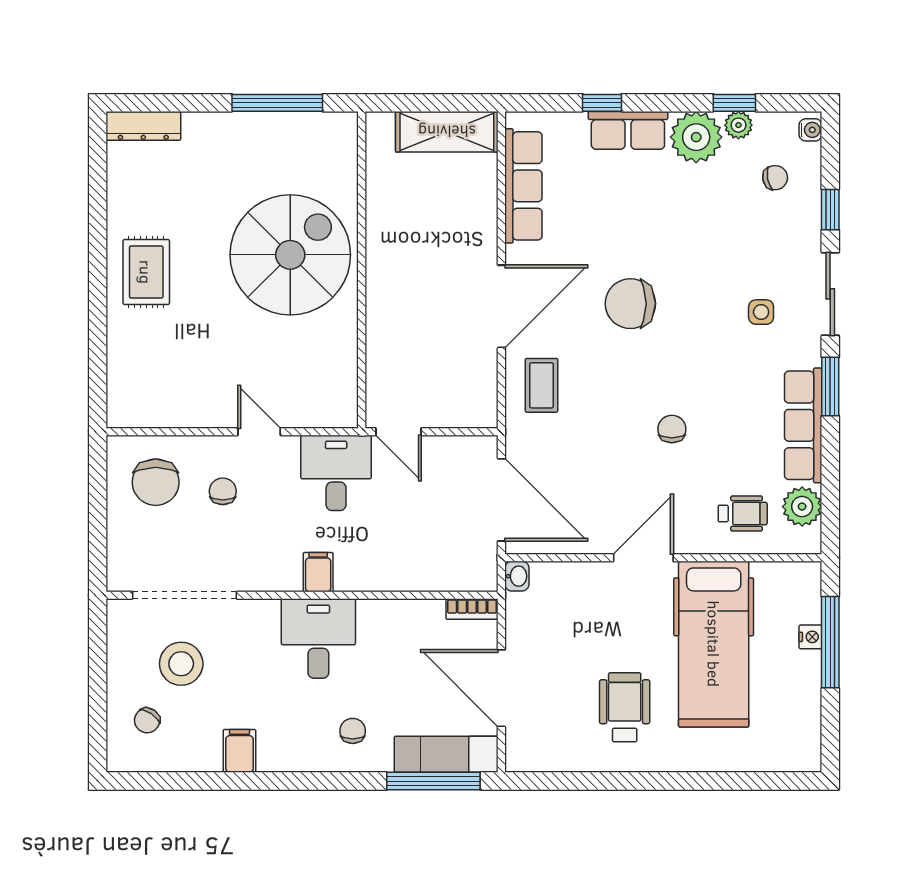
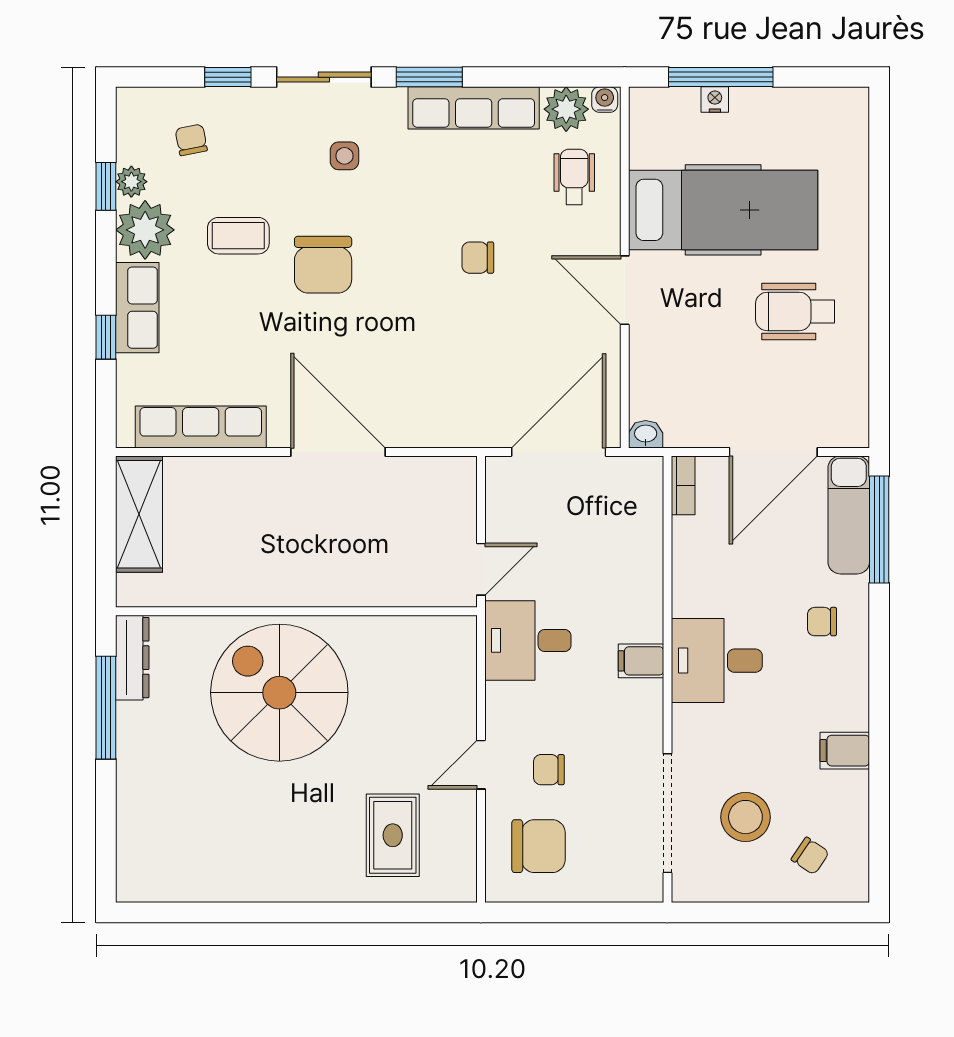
dresser: (143, 126) -> (132, 658), moved
water cooler: (810, 130) -> (605, 100), moved
rug: (146, 272) -> (393, 835), moved, turned 90
chair: (630, 304) -> (323, 265), moved
coffee table: (542, 385) -> (238, 236), moved
door: (259, 432) -> (481, 765), moved

